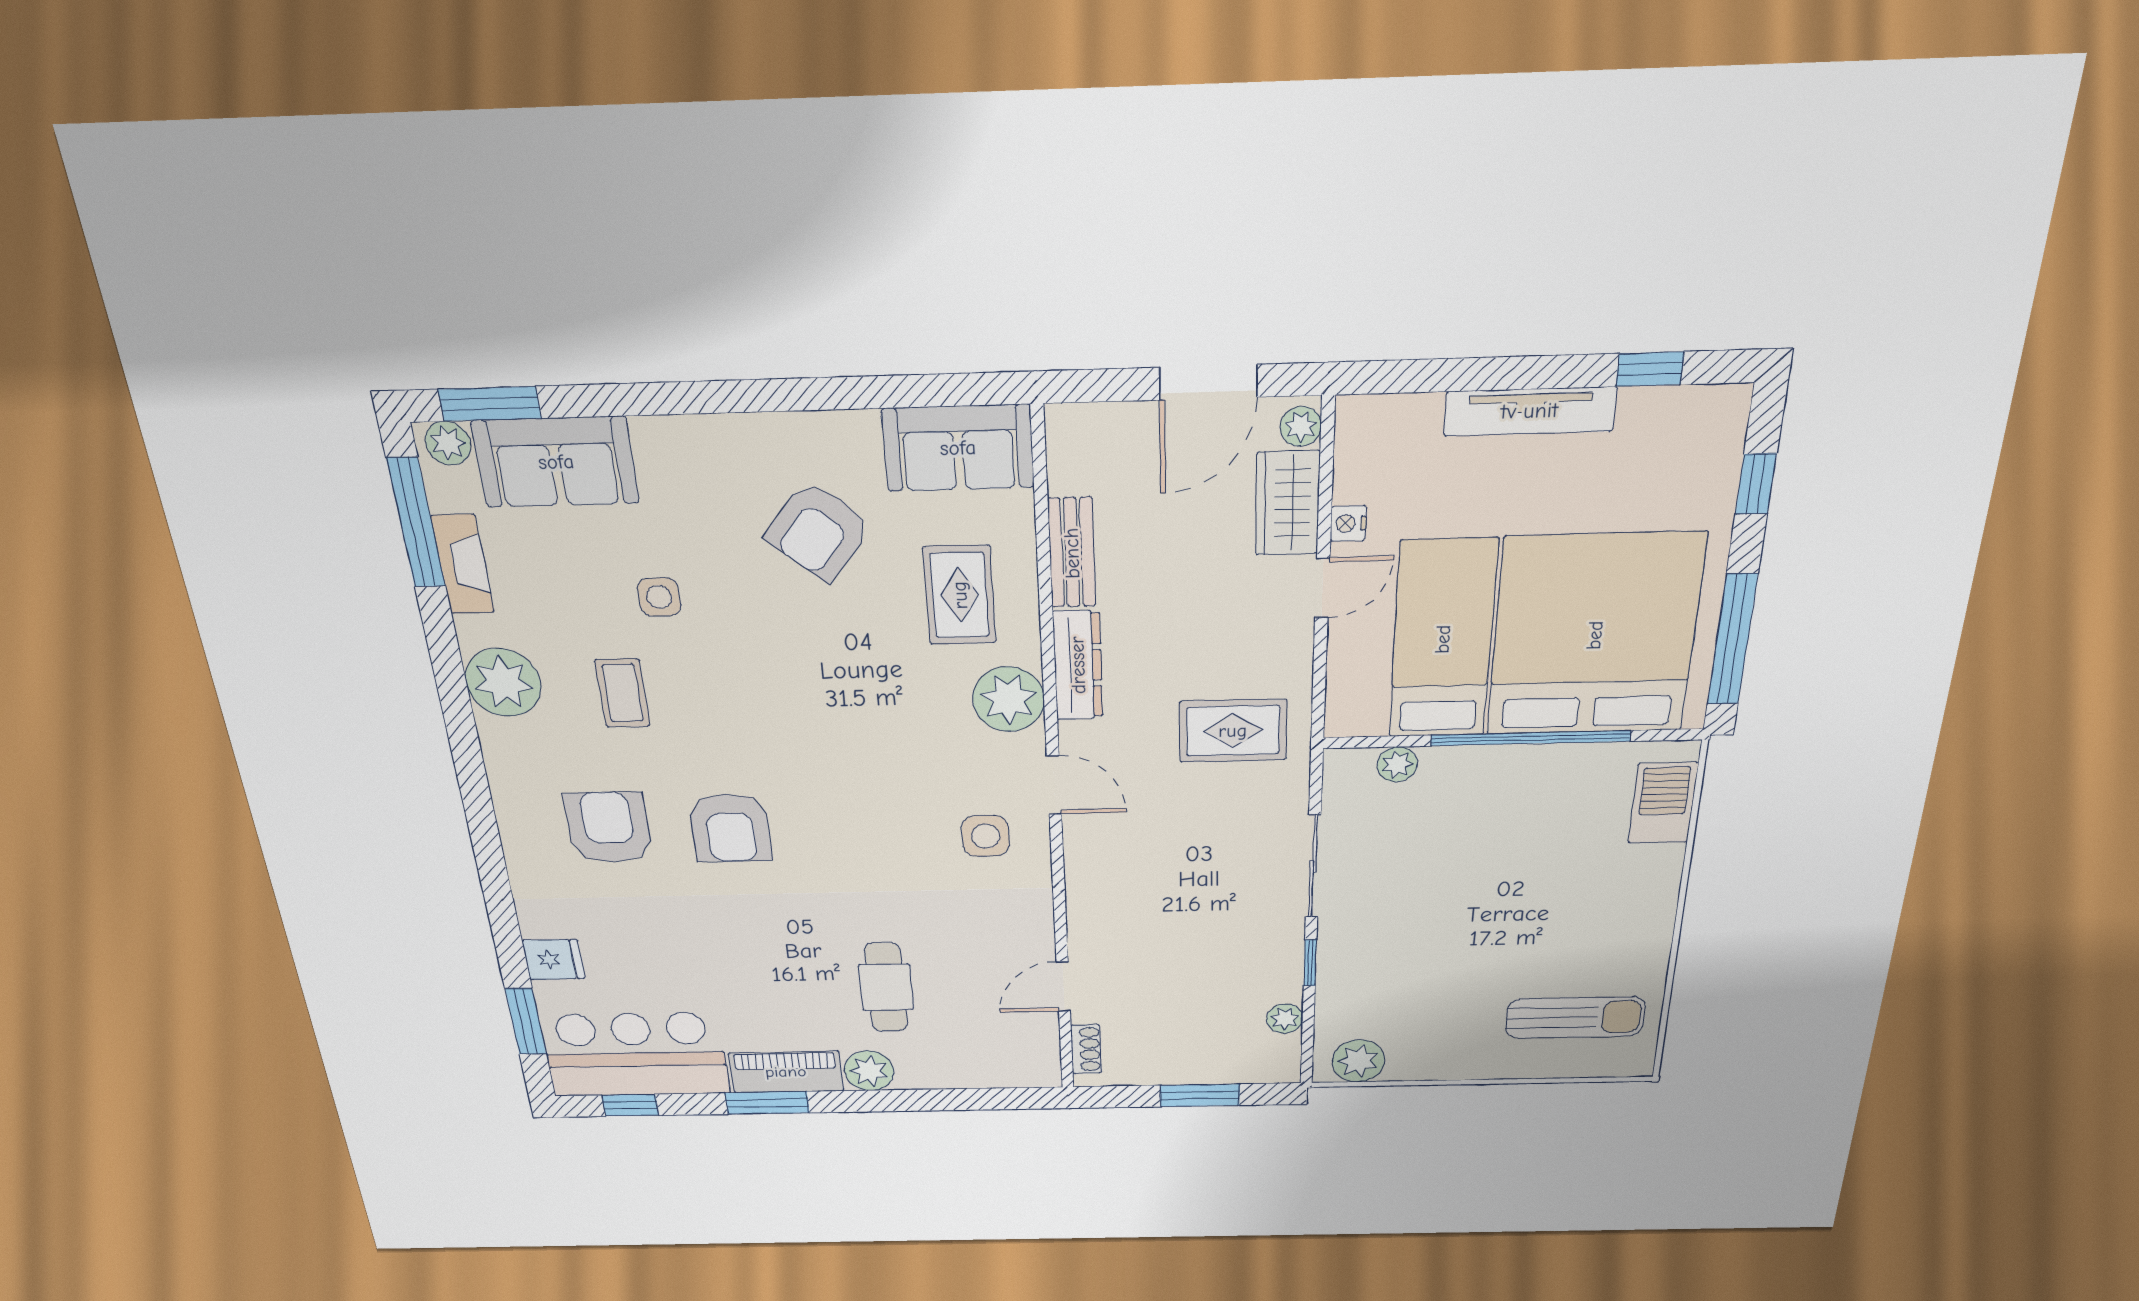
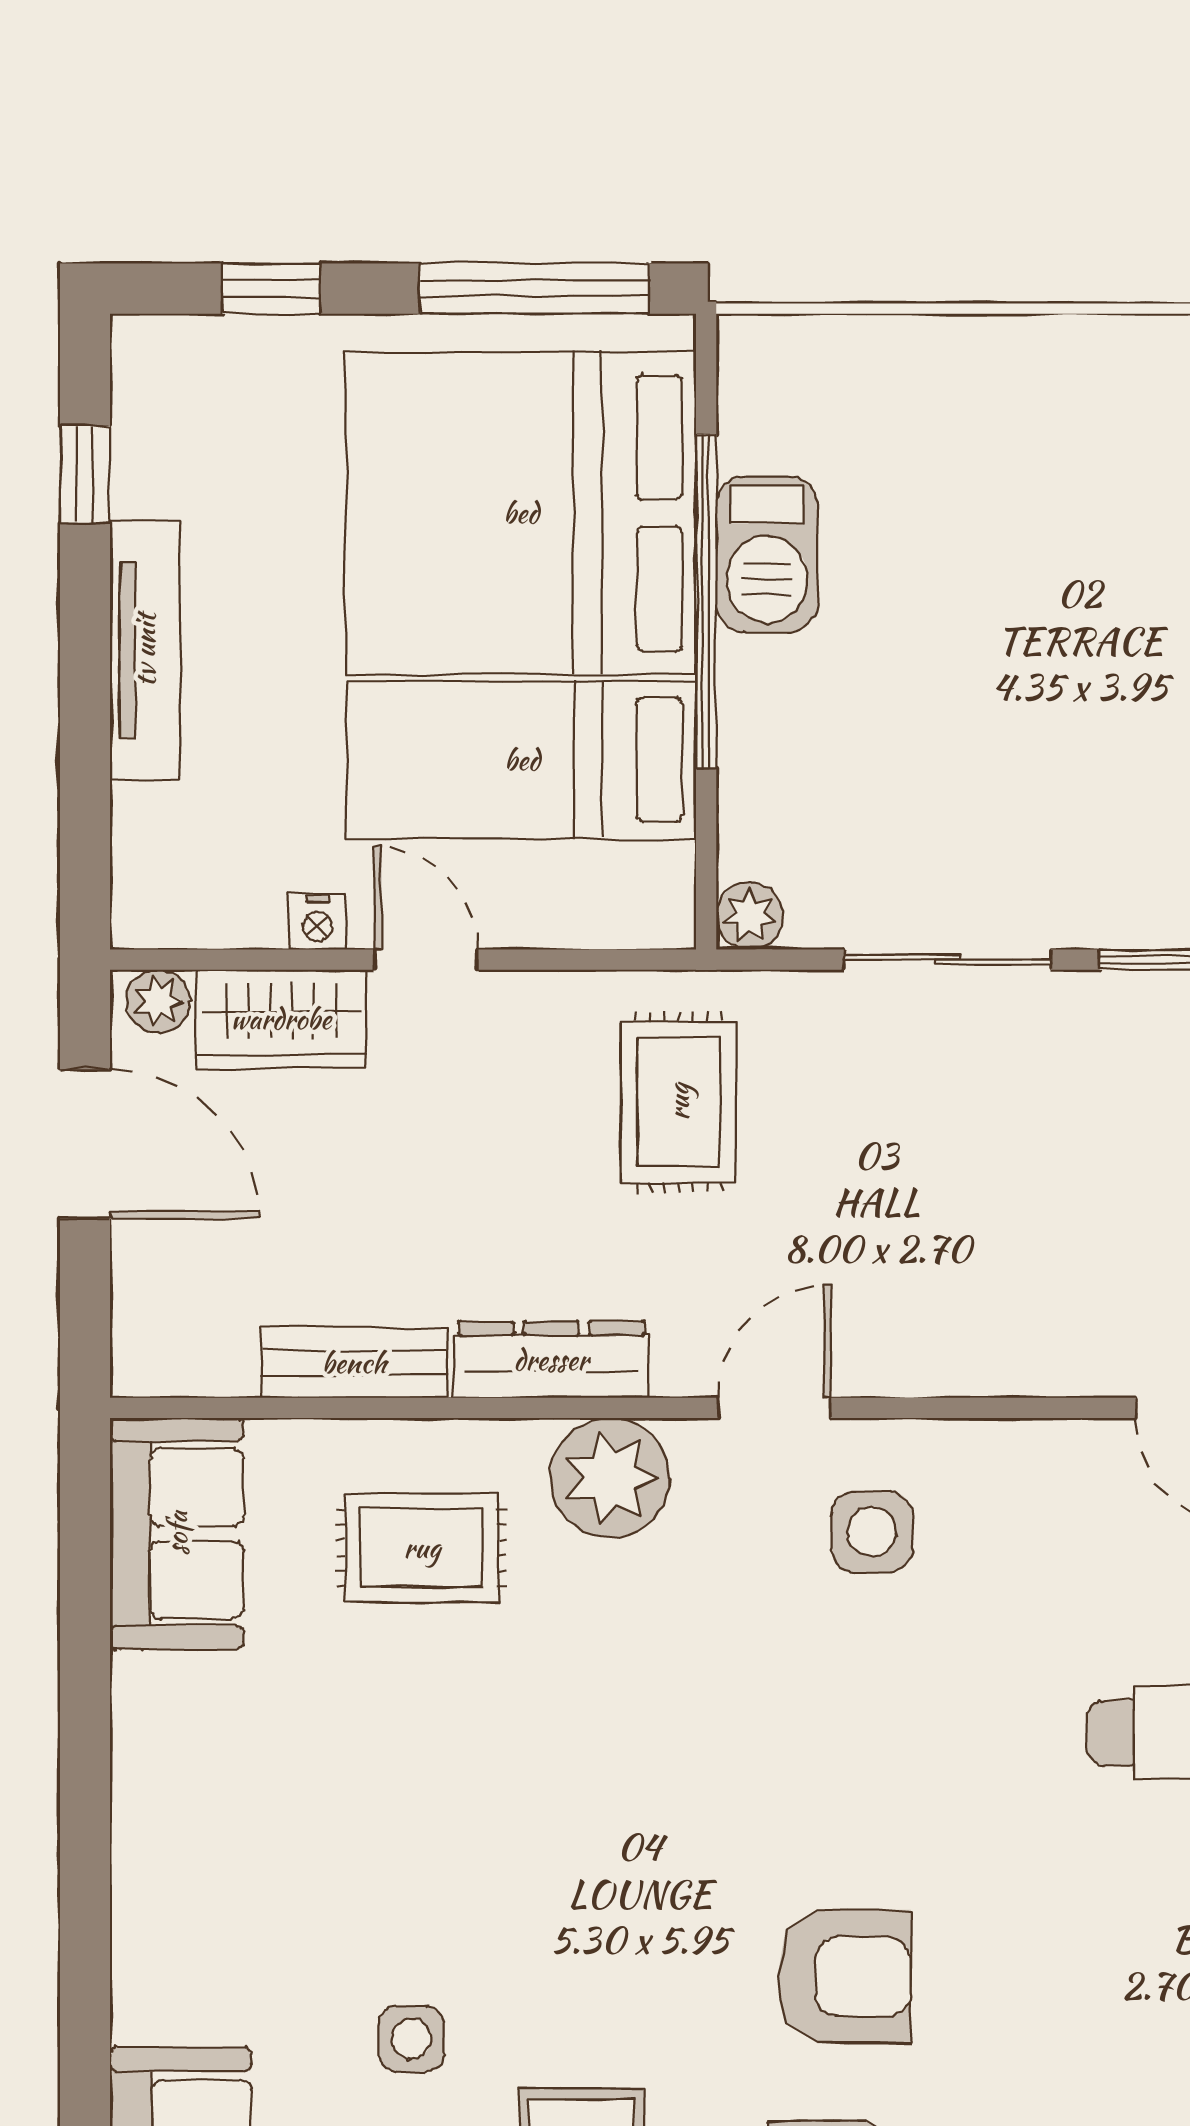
armchair: (818, 531) -> (306, 1766), removed
plant: (1397, 764) -> (750, 916), moved
barbecue: (1663, 803) -> (767, 554), moved, turned -90

